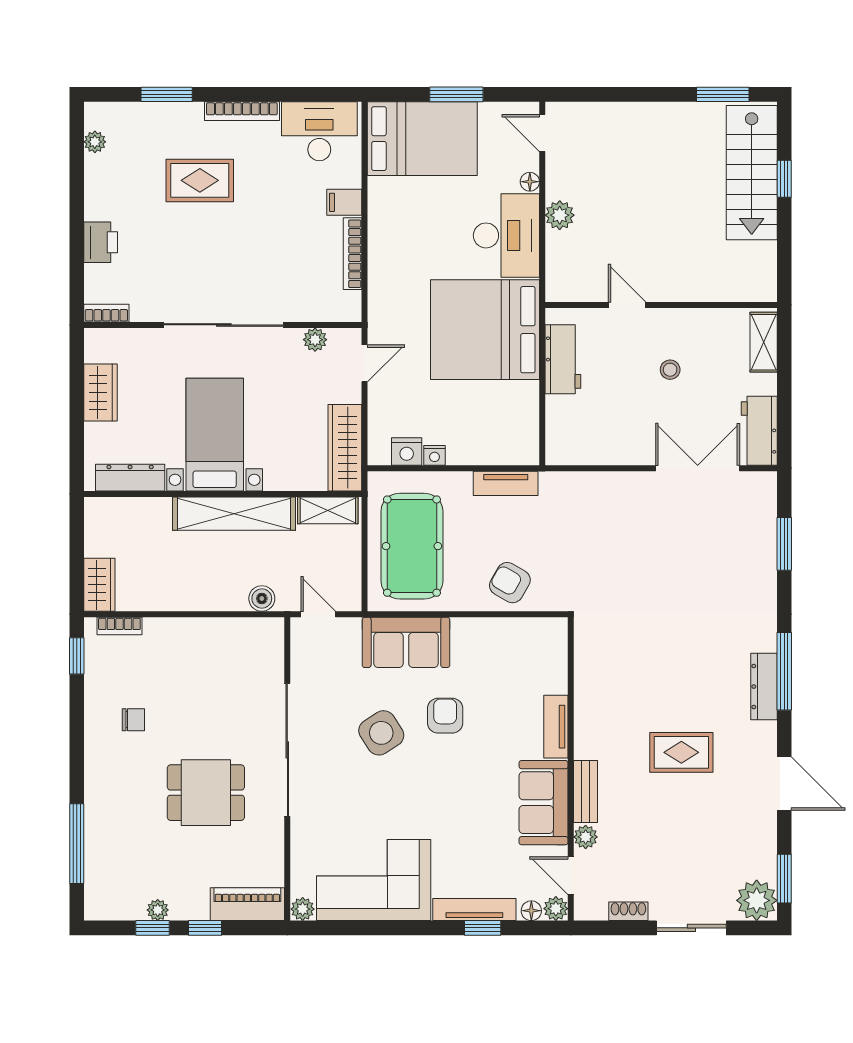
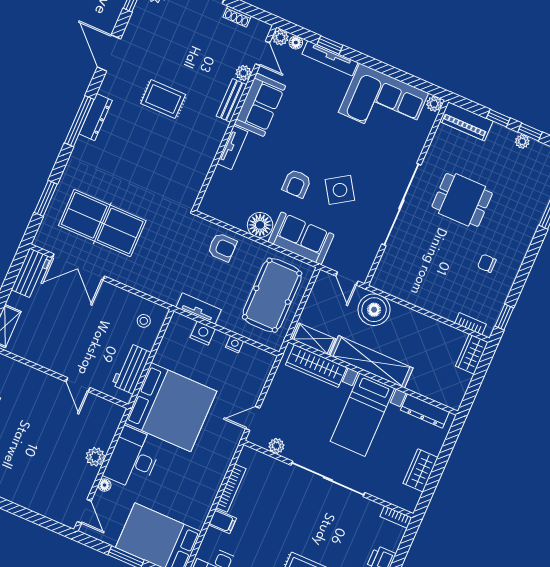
stool: (670, 370) -> (144, 321), moved
wardrobe: (345, 448) -> (316, 366), moved, turned 90
nightstand: (407, 452) -> (203, 333), moved
table tennis table: (691, 544) -> (102, 223), added
armchair: (510, 583) -> (222, 247), turned -30
boiler: (262, 598) -> (374, 310), width x1.86, depth x1.86
floor lamp: (471, 636) -> (260, 225), added

